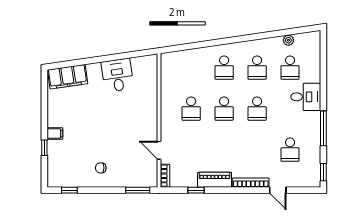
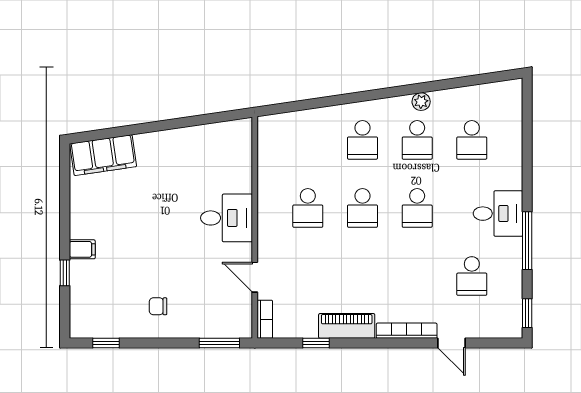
plant: (288, 40) -> (421, 102), moved
desk: (117, 75) -> (227, 218), moved, turned 98
desk: (306, 97) -> (498, 214), moved

